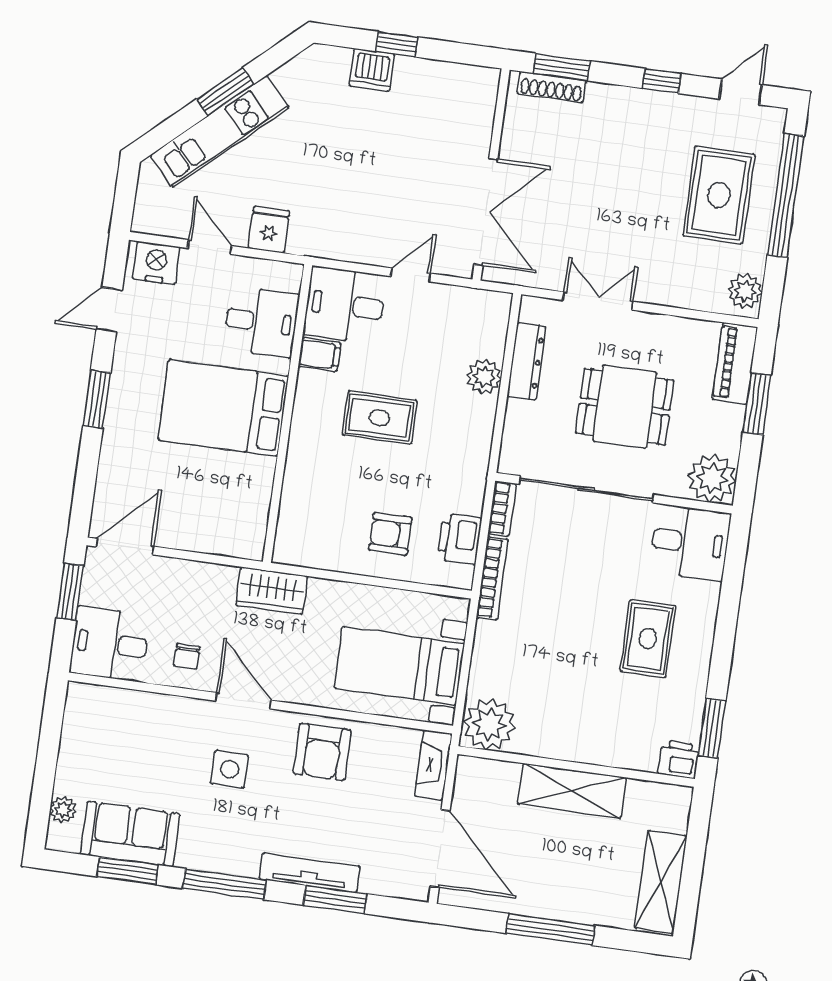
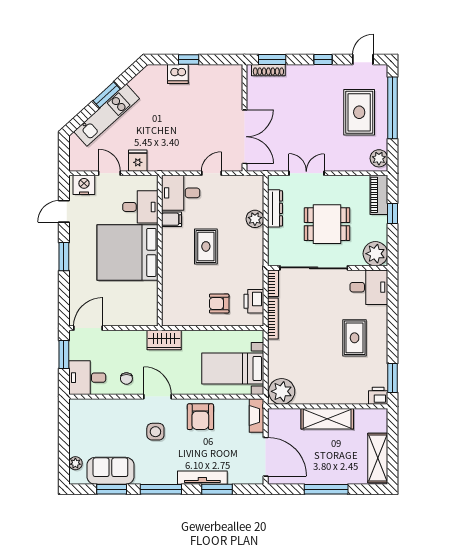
window: (757, 404) -> (393, 214), width x0.67
bed: (223, 408) -> (127, 252), width x1.36
rug: (380, 418) -> (206, 246), turned 90

